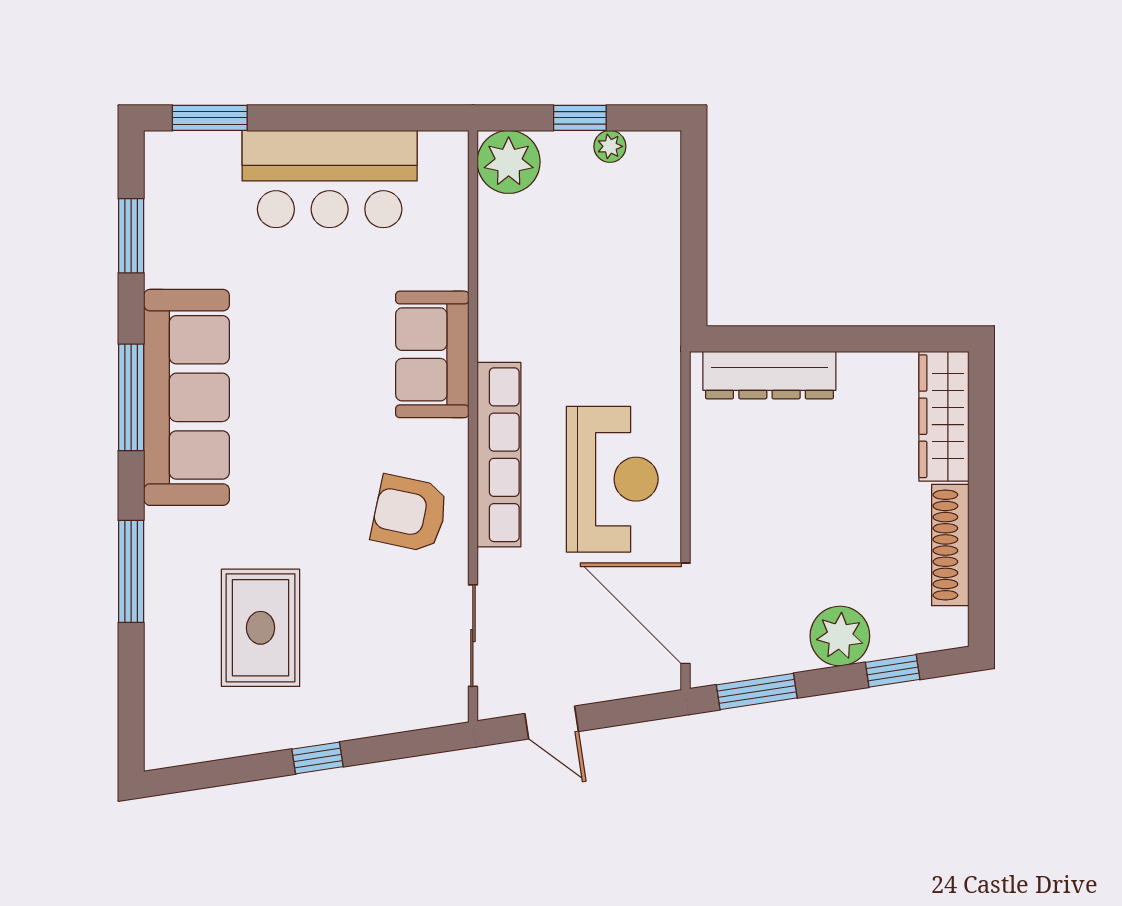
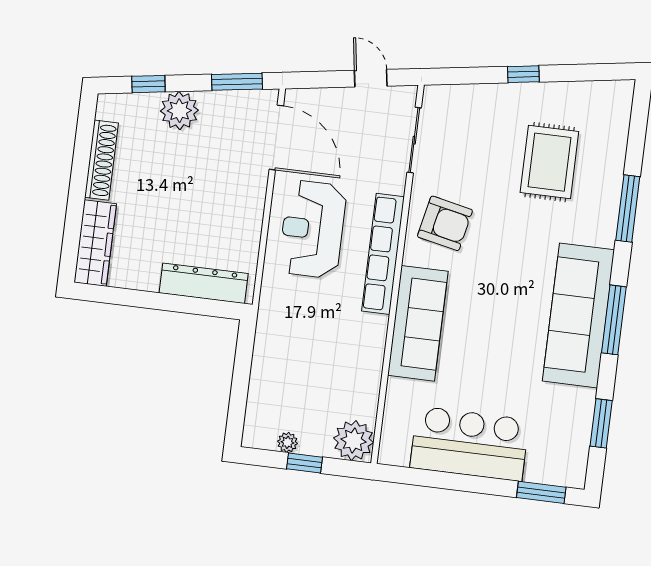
sofa: (432, 354) -> (418, 323), width x1.36

